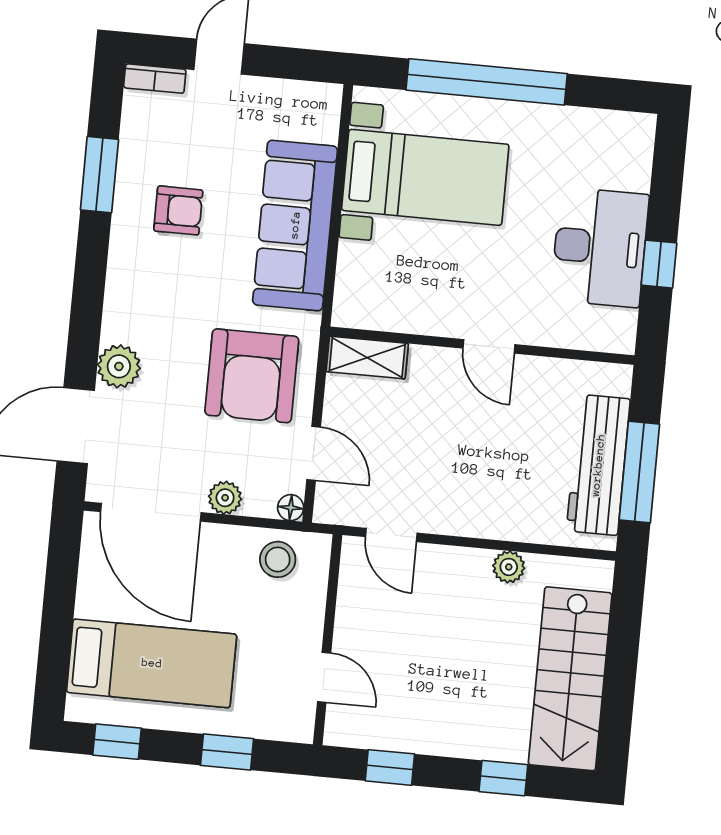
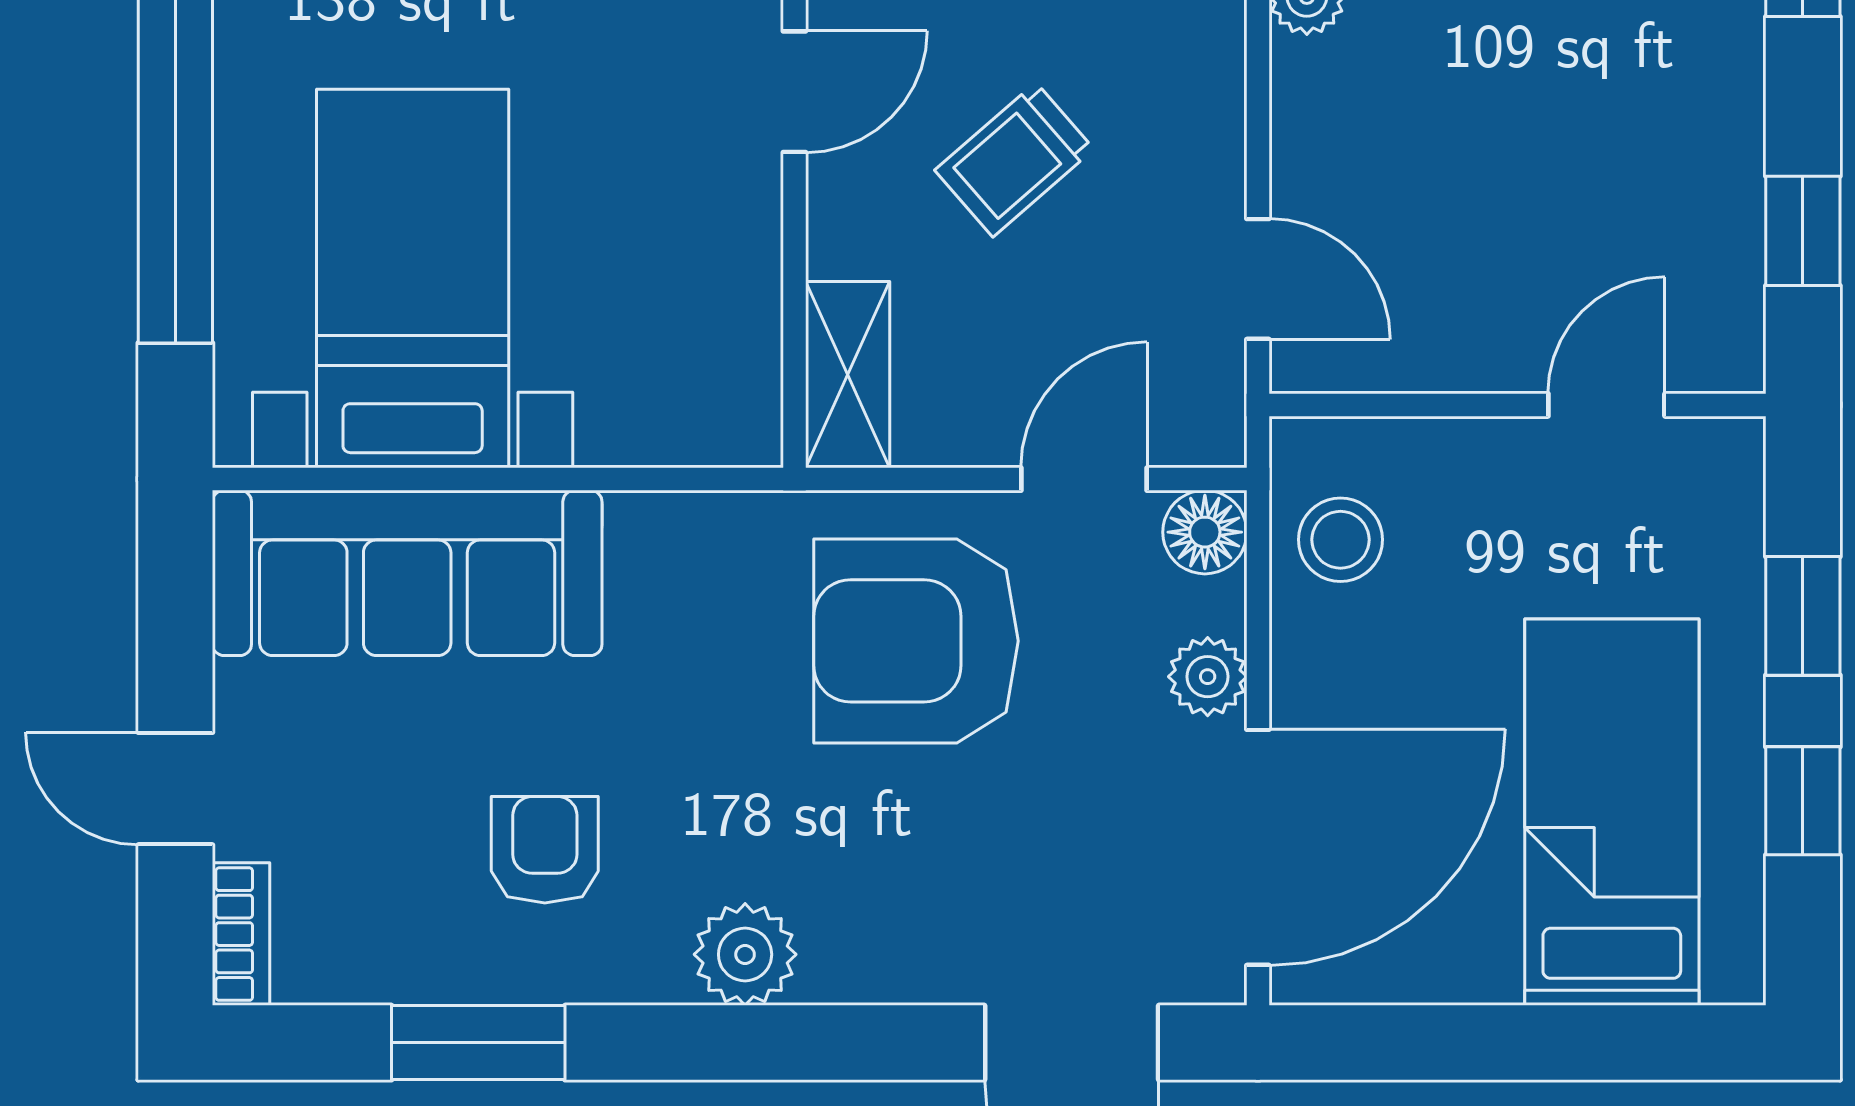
sofa: (295, 225) -> (407, 573), moved
plant: (119, 366) -> (745, 954), moved
armchair: (252, 376) -> (916, 641), turned 180
trolley: (451, 437) -> (1014, 160), added
floor lamp: (291, 508) -> (1205, 532), width x1.37, depth x1.37
door: (391, 535) -> (1258, 279), hinge flipped
window: (117, 742) -> (1803, 801), moved

